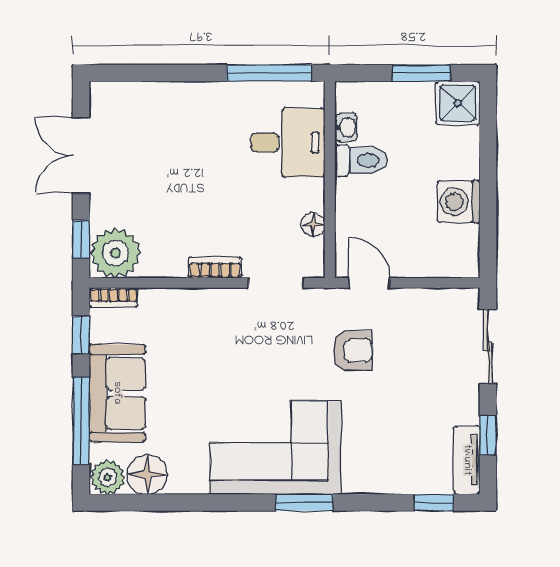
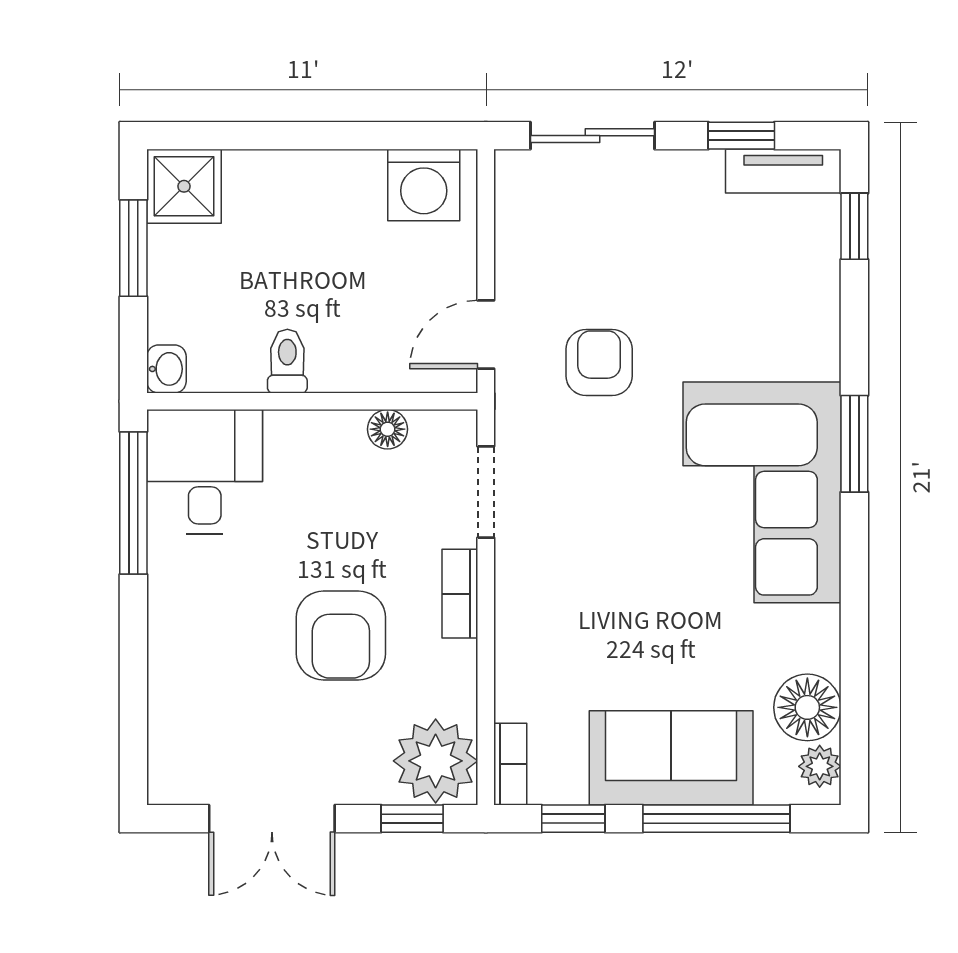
washbasin: (346, 127) -> (166, 369), moved, turned 90
desk: (288, 143) -> (205, 472), moved
toilet: (361, 160) -> (287, 361), width x0.73, depth x0.72
armchair: (190, 197) -> (341, 635), added
washing machine: (459, 202) -> (424, 185), moved
plant: (108, 477) -> (820, 766), width x0.73, depth x0.73

